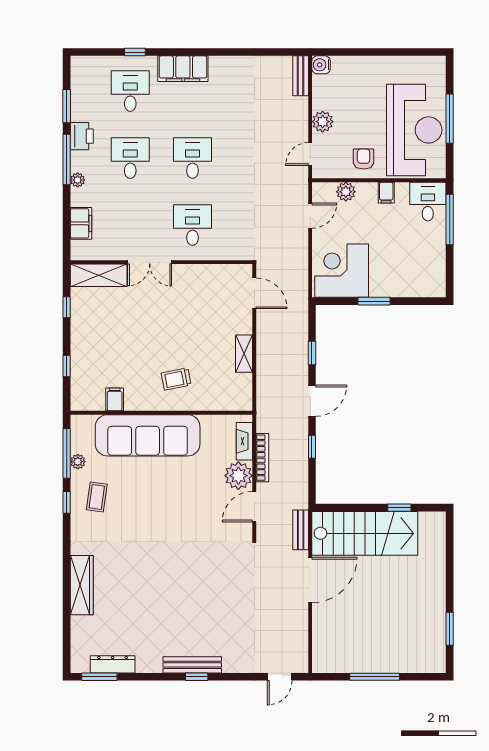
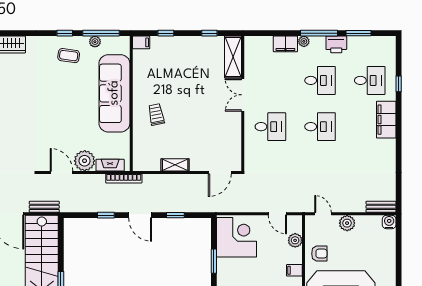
filing cabinet: (81, 223) -> (285, 44), moved
filing cabinet: (115, 399) -> (141, 42), moved
bookcase: (262, 458) -> (124, 178), moved

